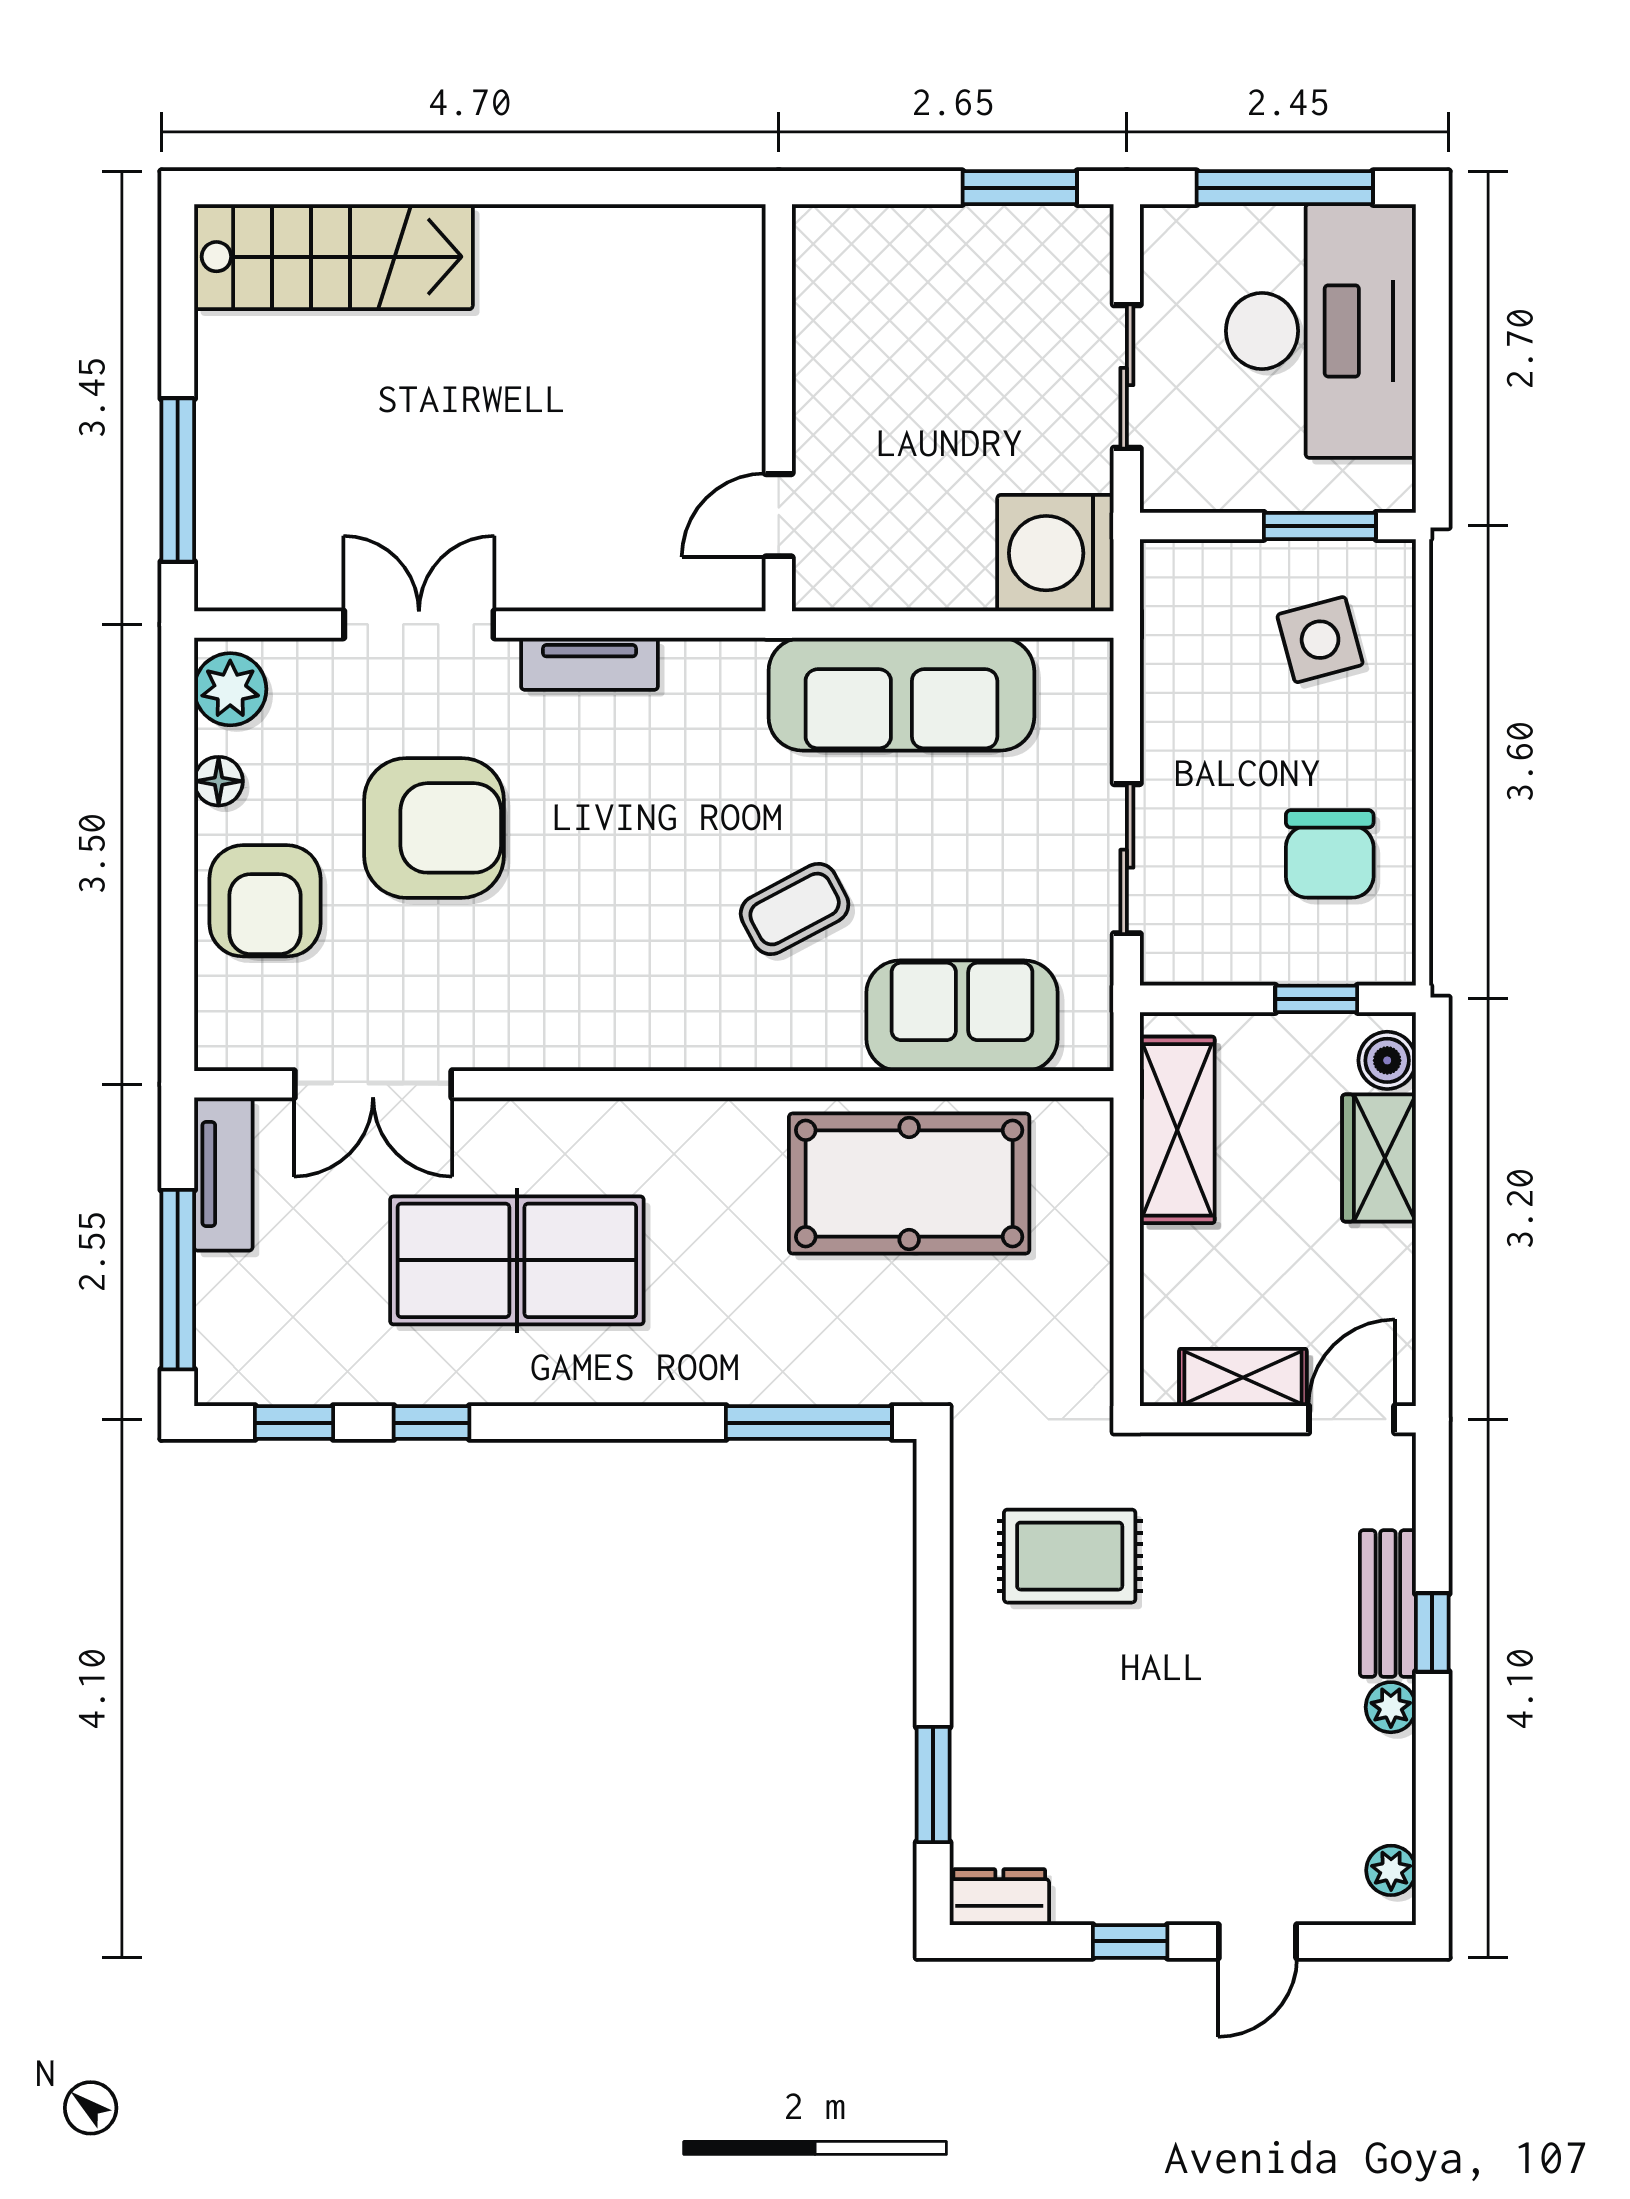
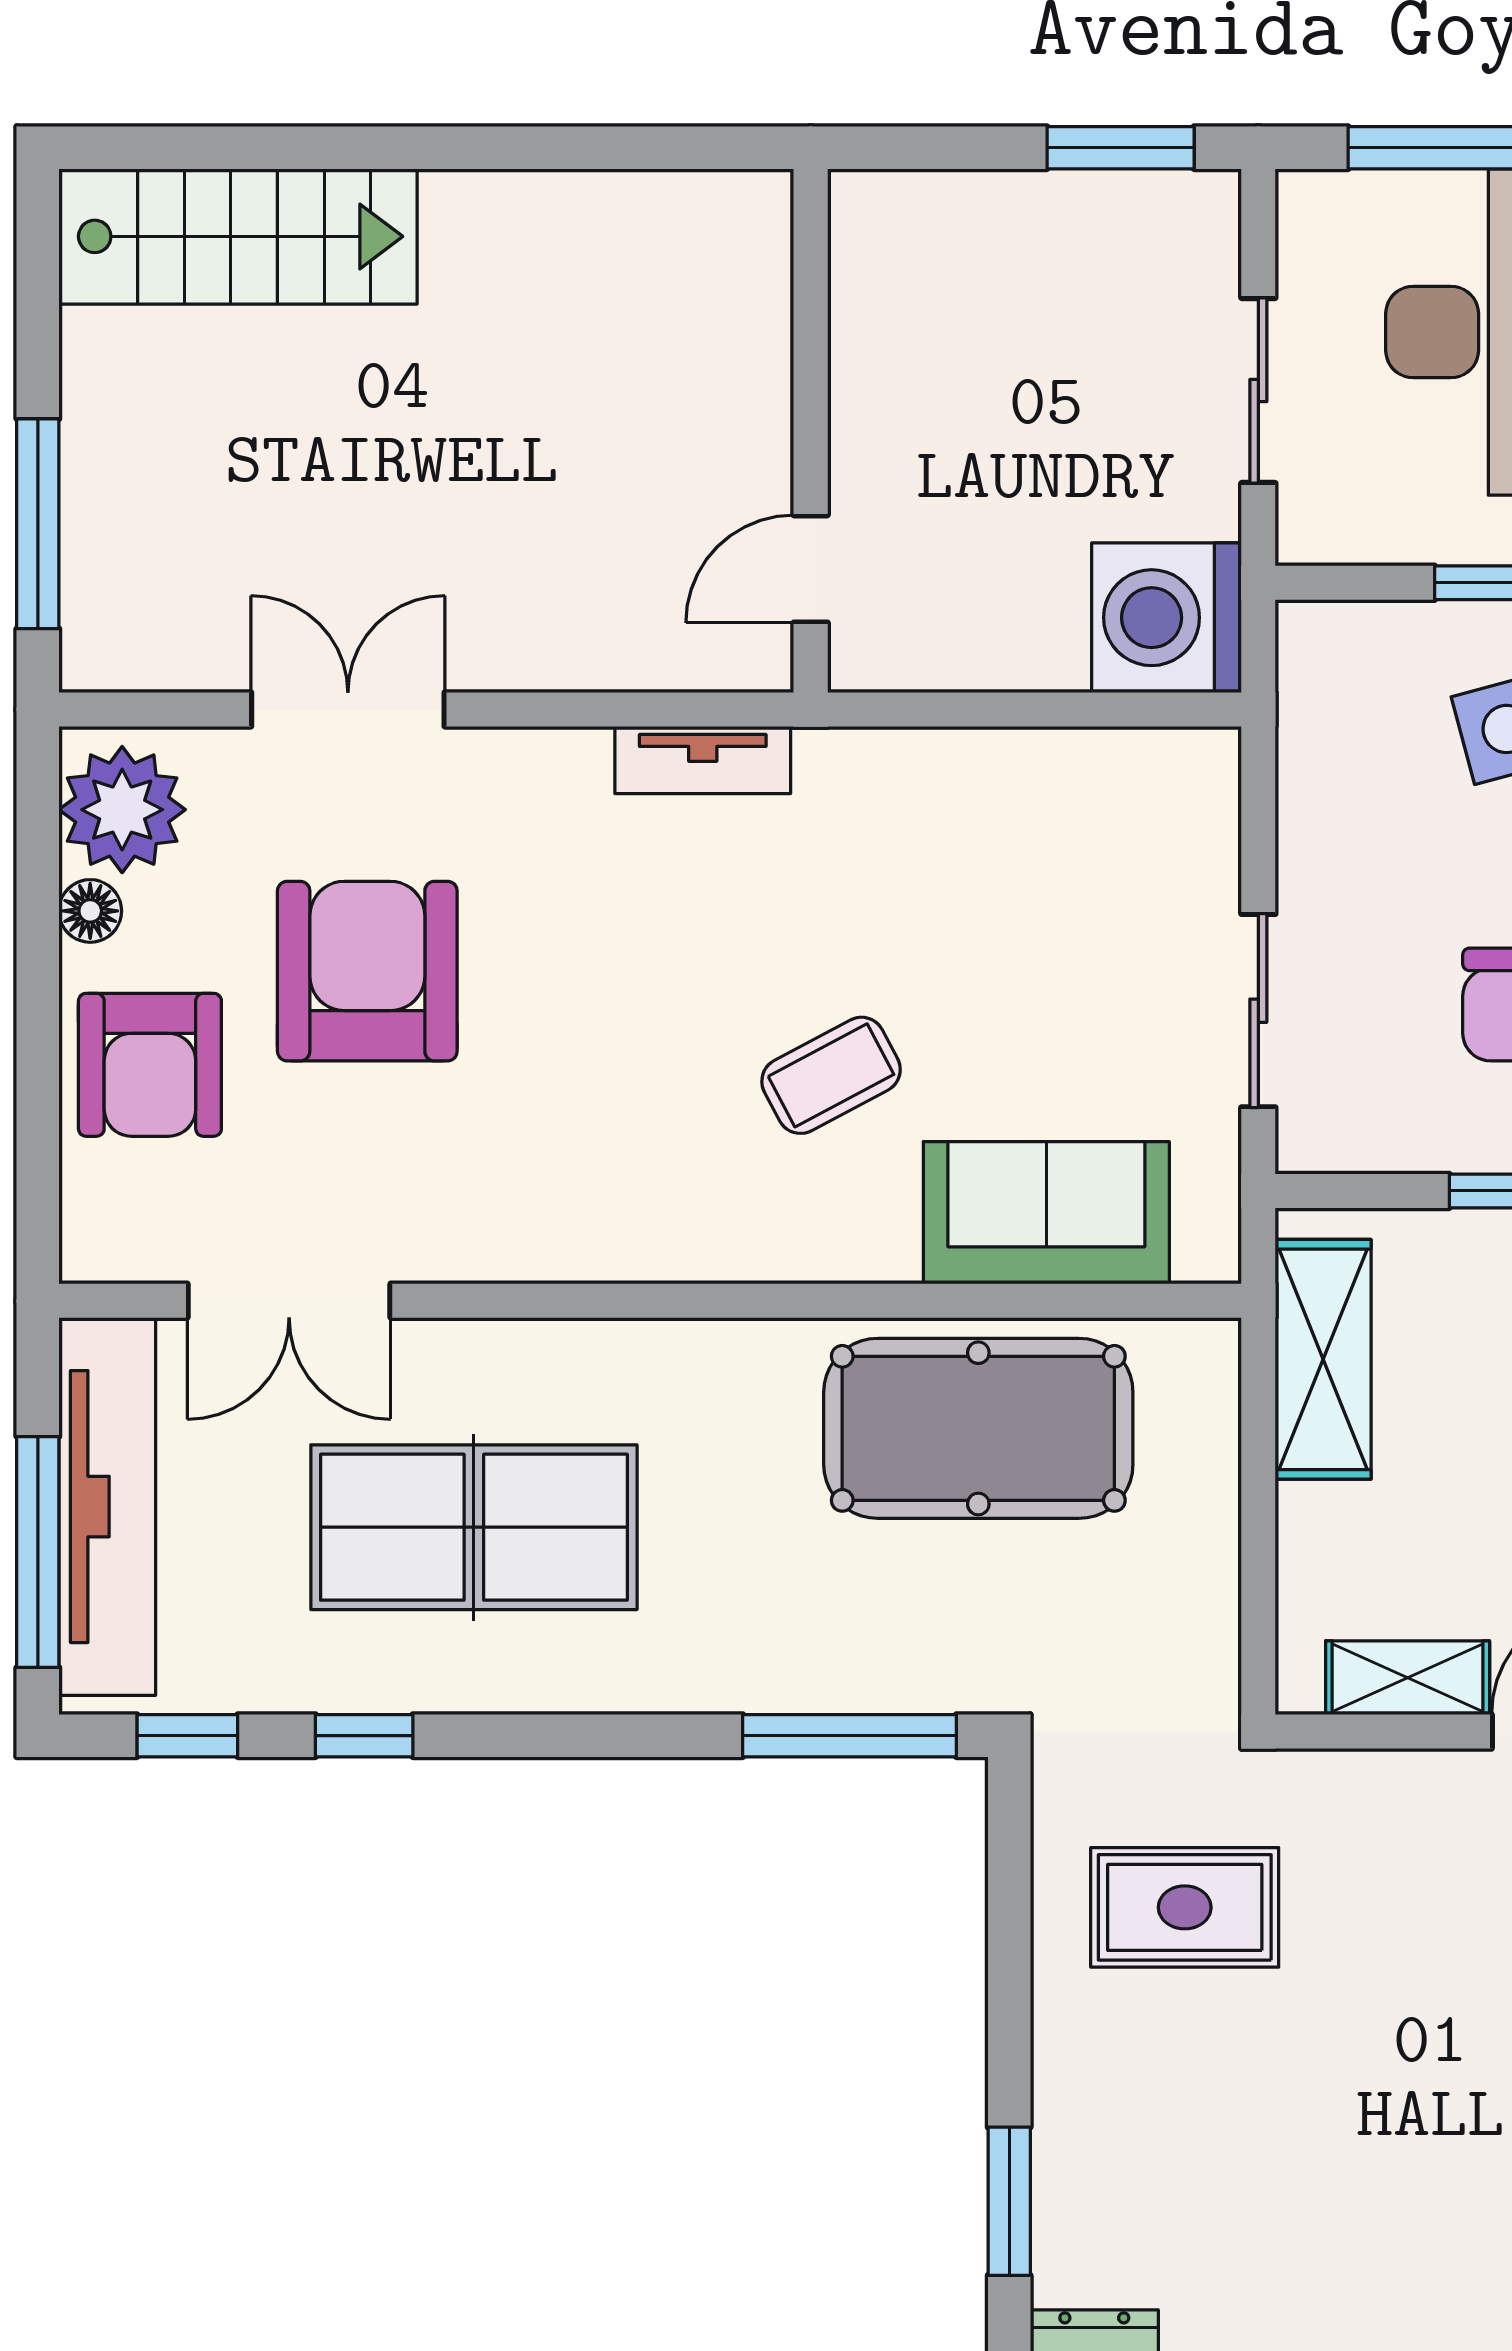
tv unit: (589, 664) -> (703, 760), moved
plant: (230, 689) -> (122, 810), width x1.36, depth x1.36
sofa: (901, 694) -> (968, 799), removed
armchair: (434, 828) -> (367, 971), turned -90
tv unit: (223, 1174) -> (107, 1507), width x1.92, depth x1.29

